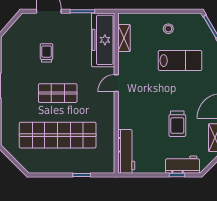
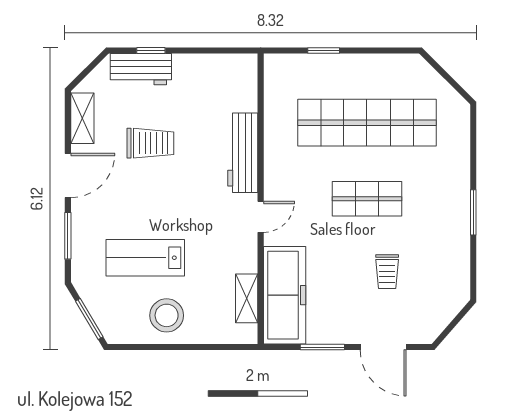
stool: (168, 29) -> (167, 315), width x1.89, depth x1.89
trolley: (177, 124) -> (150, 143), turned 90
workbench: (126, 151) -> (243, 153), moved

